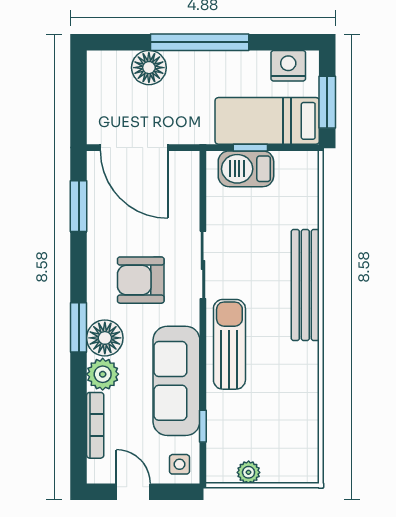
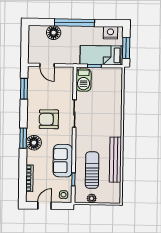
door: (134, 148) -> (47, 65), width x0.53
barbecue: (246, 169) -> (84, 80), moved, turned -90
bench: (305, 285) -> (115, 160), moved
sun lounger: (229, 344) -> (92, 170), moved
plant: (103, 374) -> (33, 157), removed
sofa: (176, 381) -> (63, 161), width x0.73
door: (133, 492) -> (44, 206), hinge flipped

